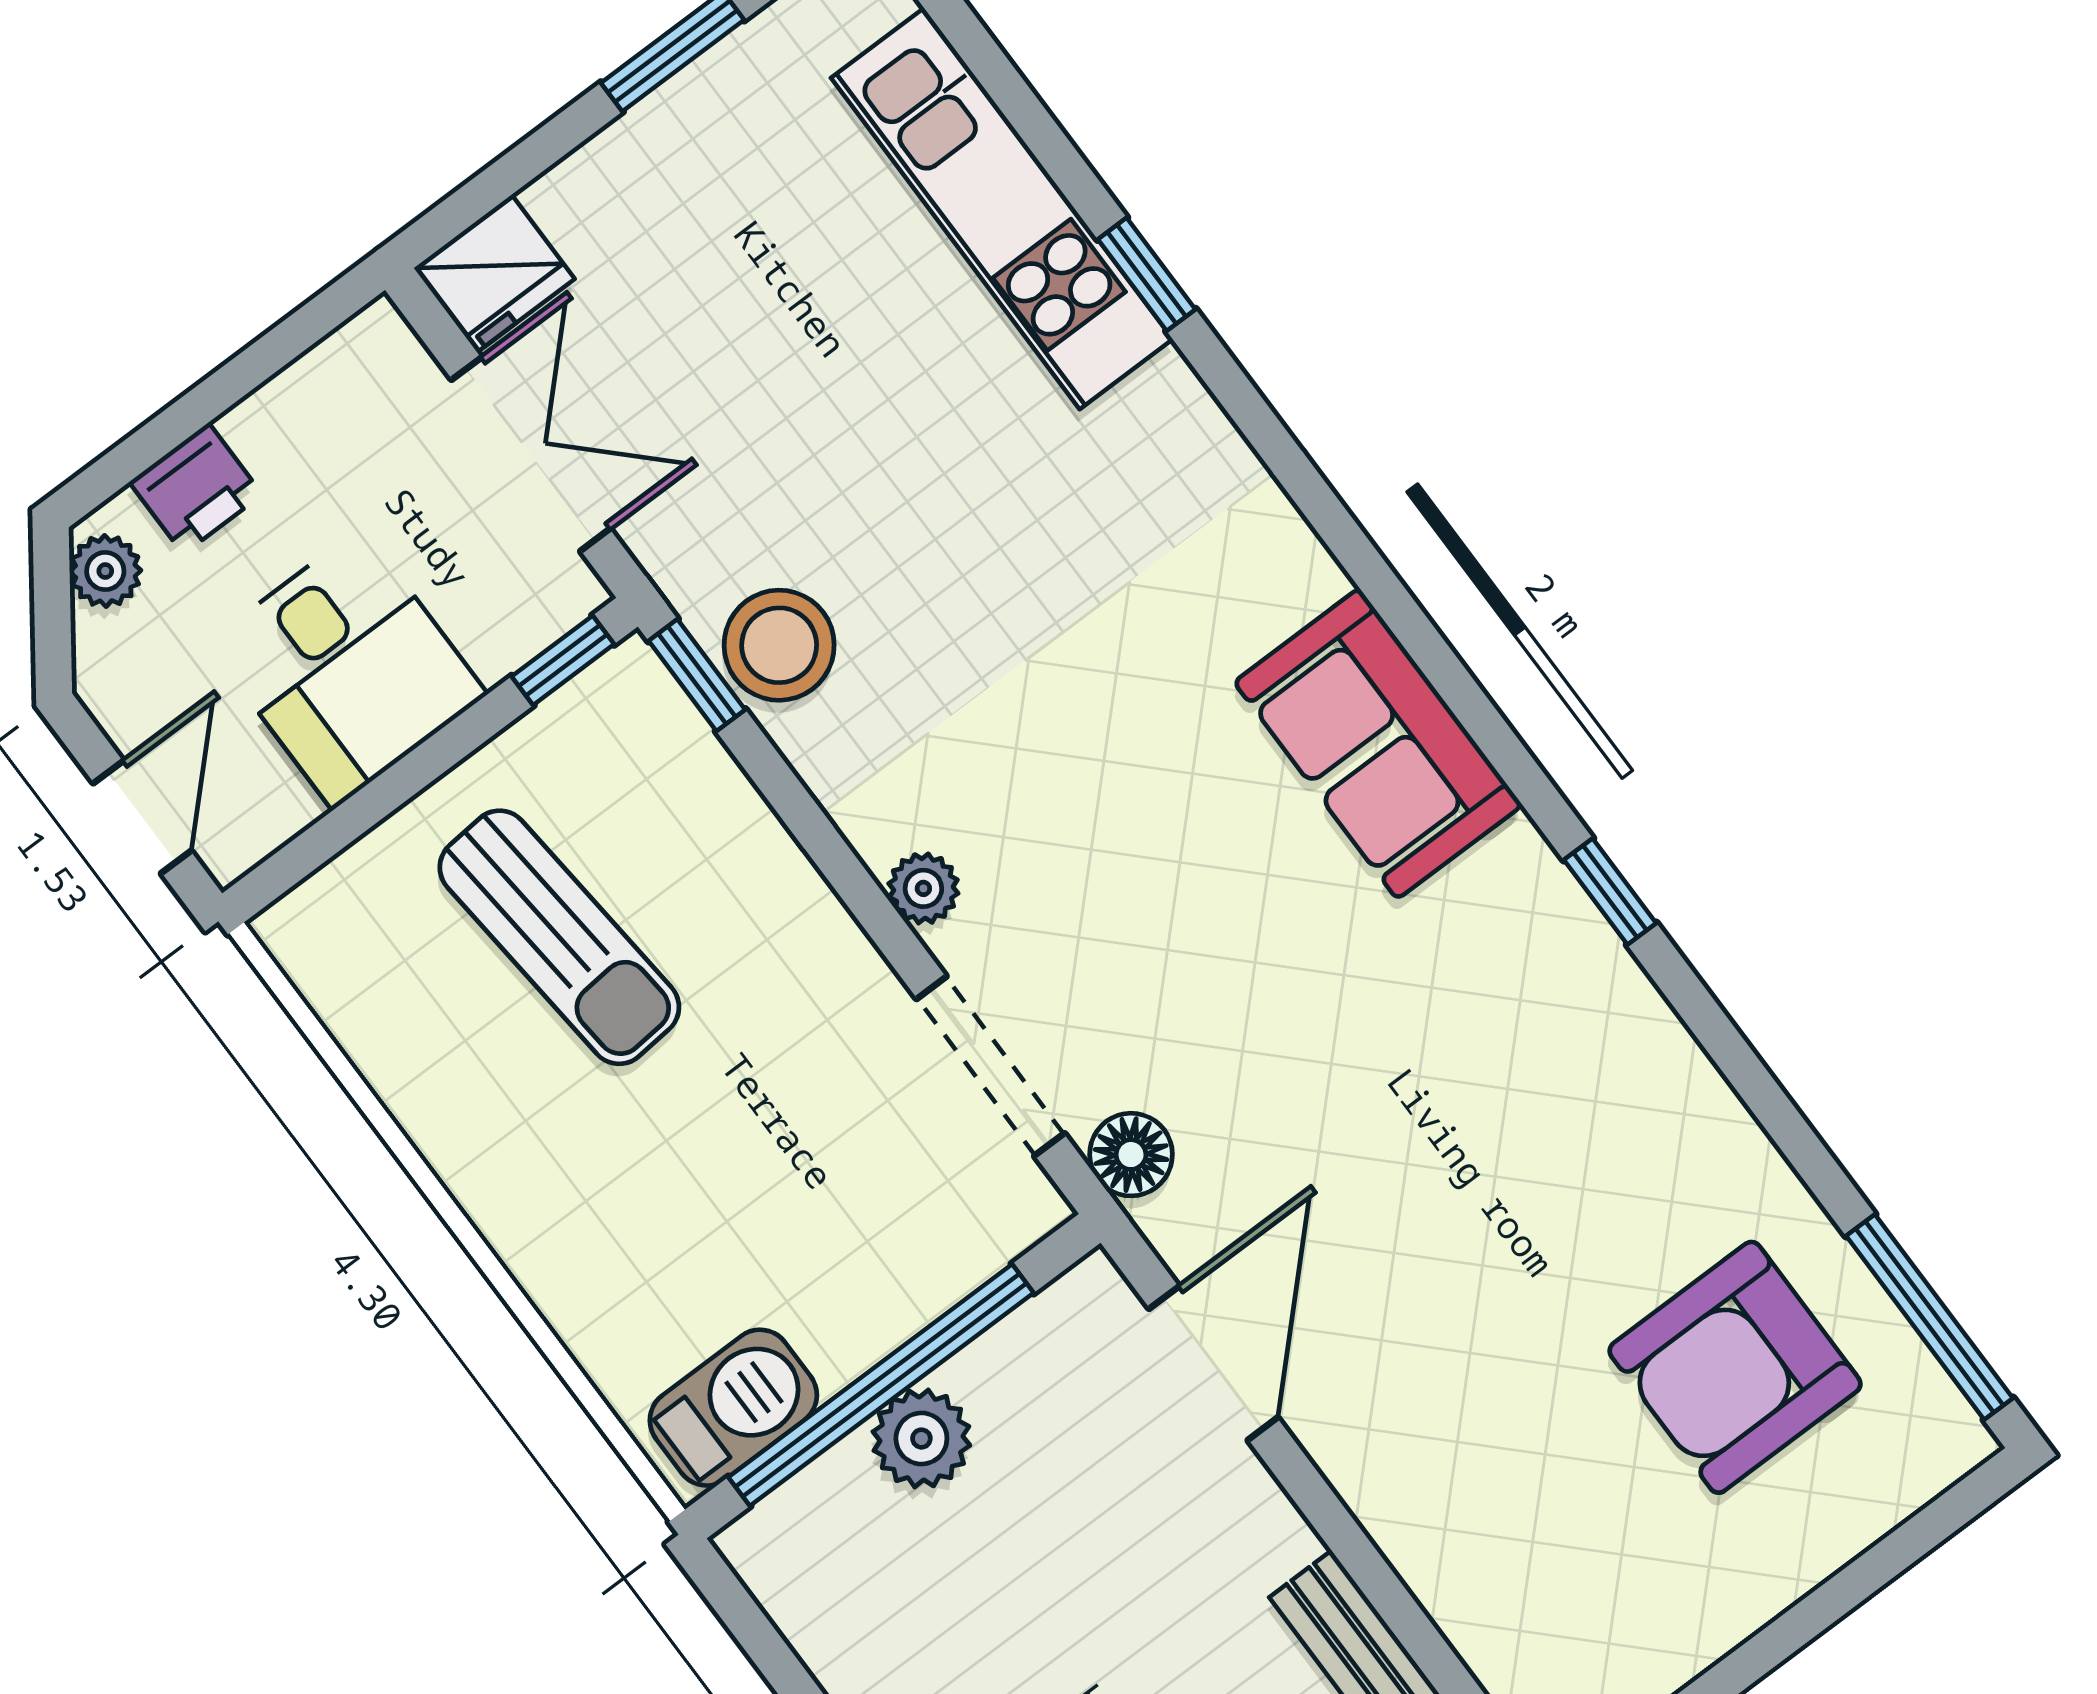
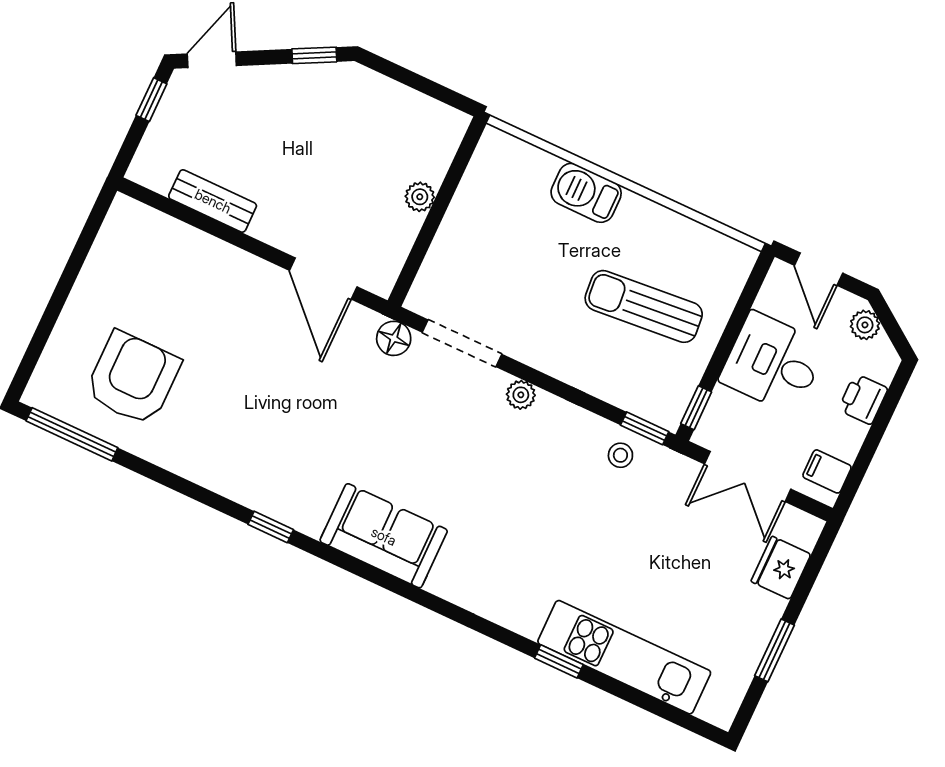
fridge: (494, 273) -> (781, 568), moved
filing cabinet: (356, 374) -> (827, 471), added
plant: (105, 571) -> (865, 325), moved
stool: (779, 645) -> (620, 455), width x0.53, depth x0.53
window: (881, 1385) -> (440, 206), removed
barbecue: (733, 1408) -> (586, 193), moved, turned 90
plant: (921, 1439) -> (420, 197), width x0.73, depth x0.73

